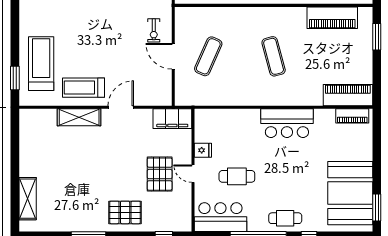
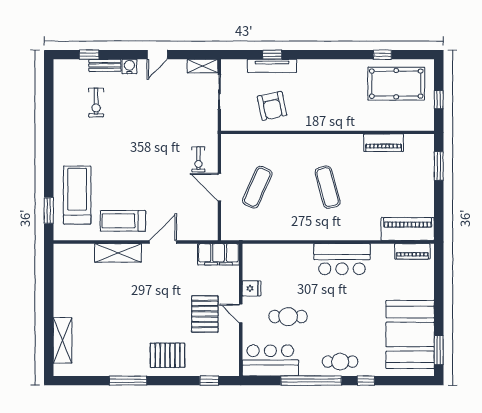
piano: (332, 18) -> (384, 143), width x0.73, depth x0.75

